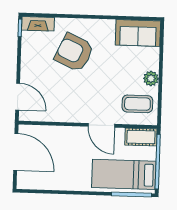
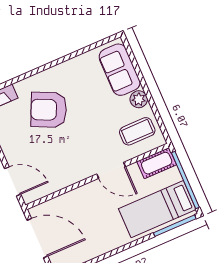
sofa: (138, 33) -> (120, 70), moved, turned 90

